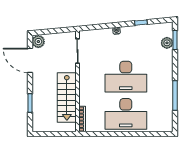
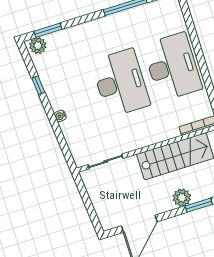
plant: (38, 42) -> (182, 198), moved
plant: (167, 43) -> (38, 46), moved

